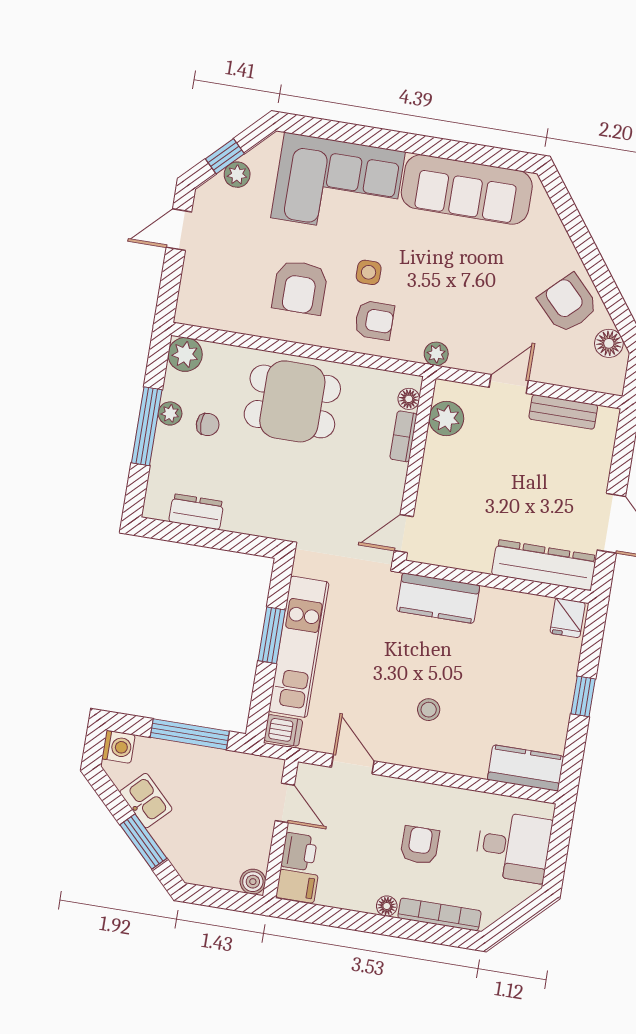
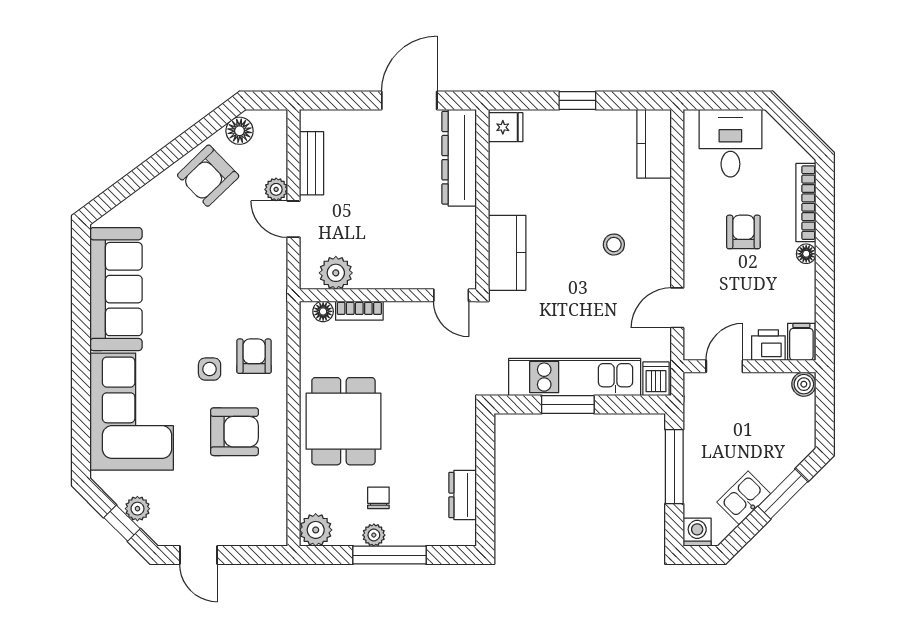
plant: (436, 354) -> (276, 189), moved
armchair: (420, 845) -> (743, 232), turned 90

